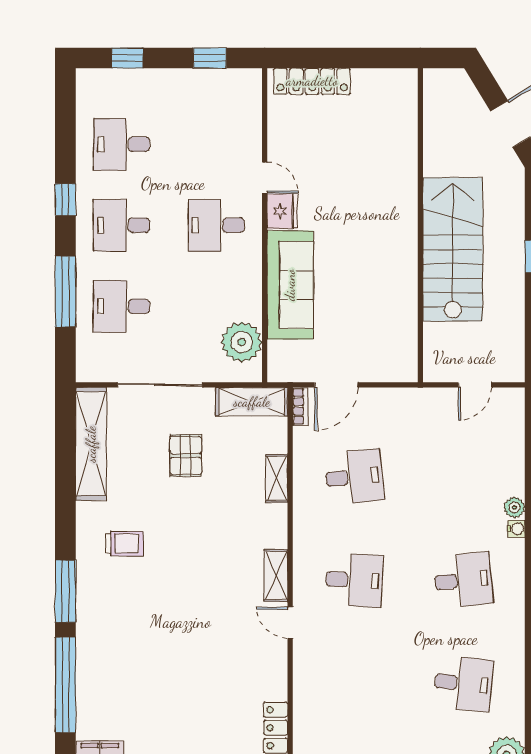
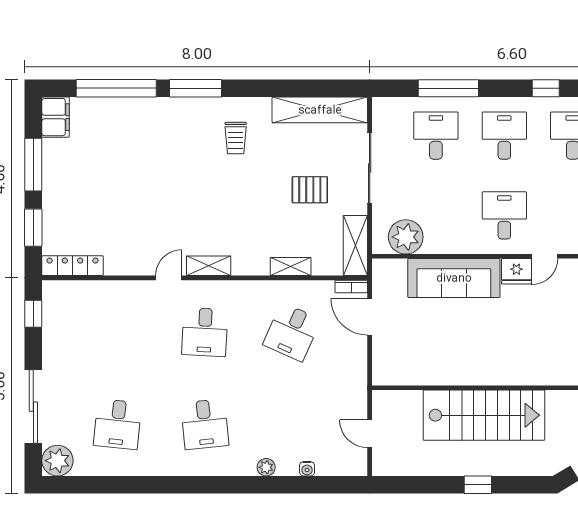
window: (65, 200) -> (546, 88), moved
desk: (354, 477) -> (292, 332), turned 30
water cooler: (516, 529) -> (307, 469), moved

